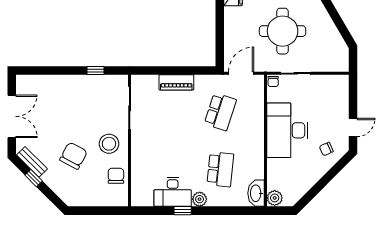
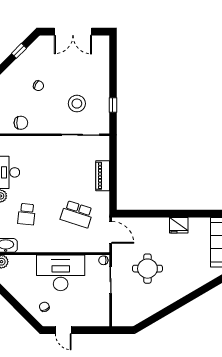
round table: (283, 31) -> (147, 269), width x0.73, depth x0.73
stool: (109, 144) -> (77, 104), moved
chair: (73, 156) -> (38, 86), width x0.54, depth x0.54
bench: (32, 162) -> (33, 49), removed
school desk: (220, 169) -> (27, 214), width x0.54

